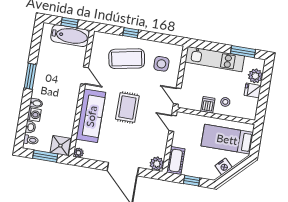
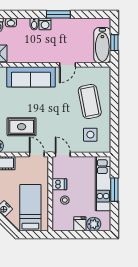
window: (131, 33) -> (114, 101), removed
window: (243, 52) -> (114, 190), moved
door: (177, 96) -> (63, 154), hinge flipped
rug: (127, 108) -> (22, 127), moved
washing machine: (34, 115) -> (45, 24), moved
door: (173, 123) -> (37, 154), hinge flipped

